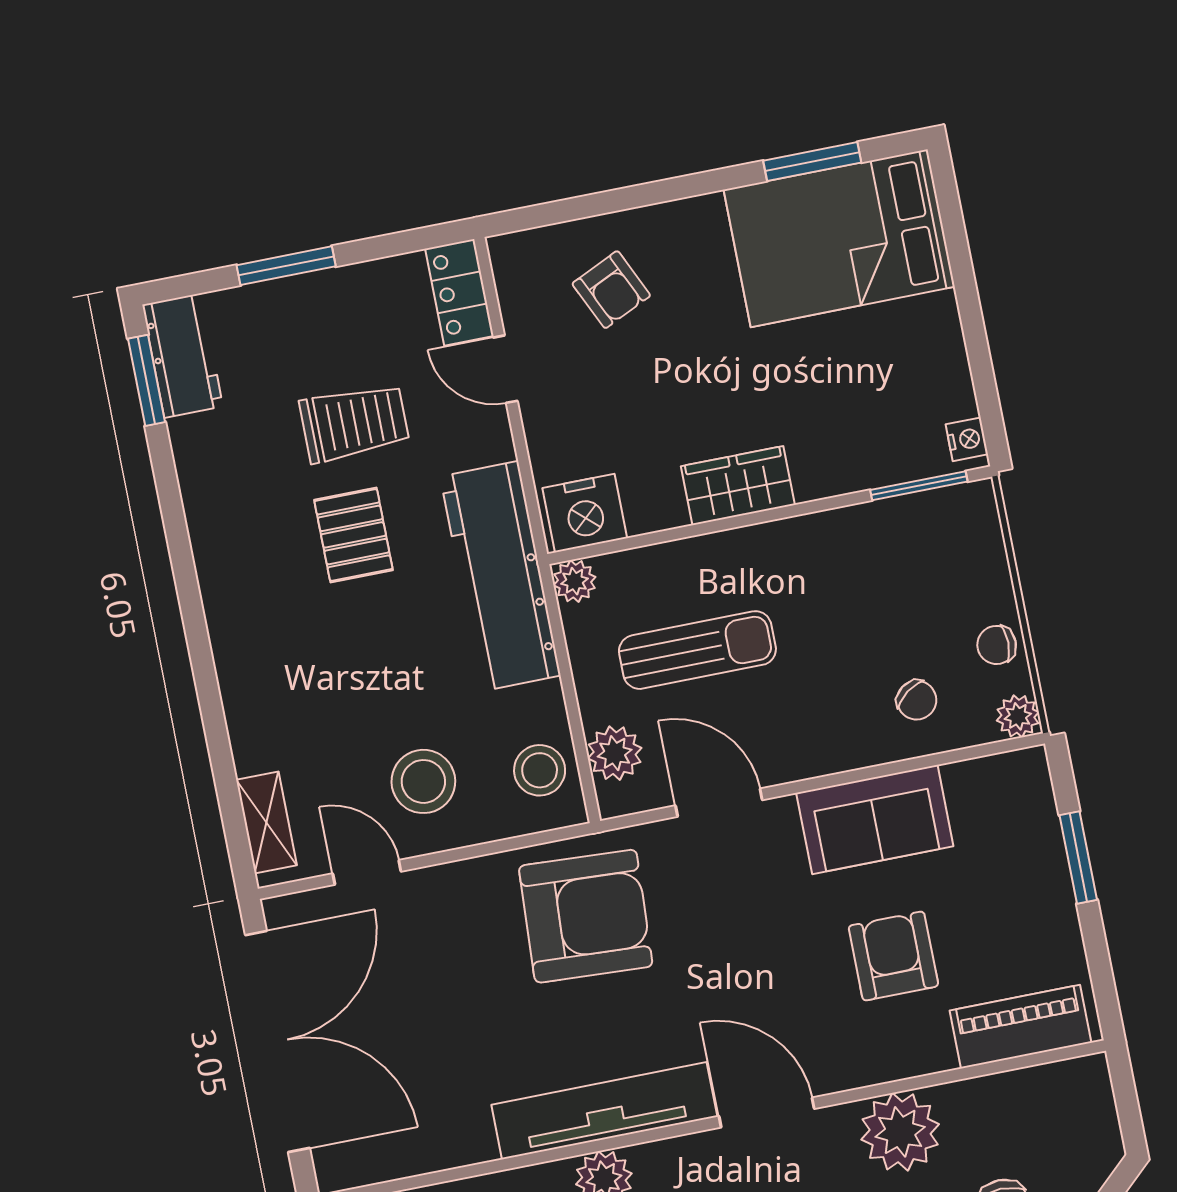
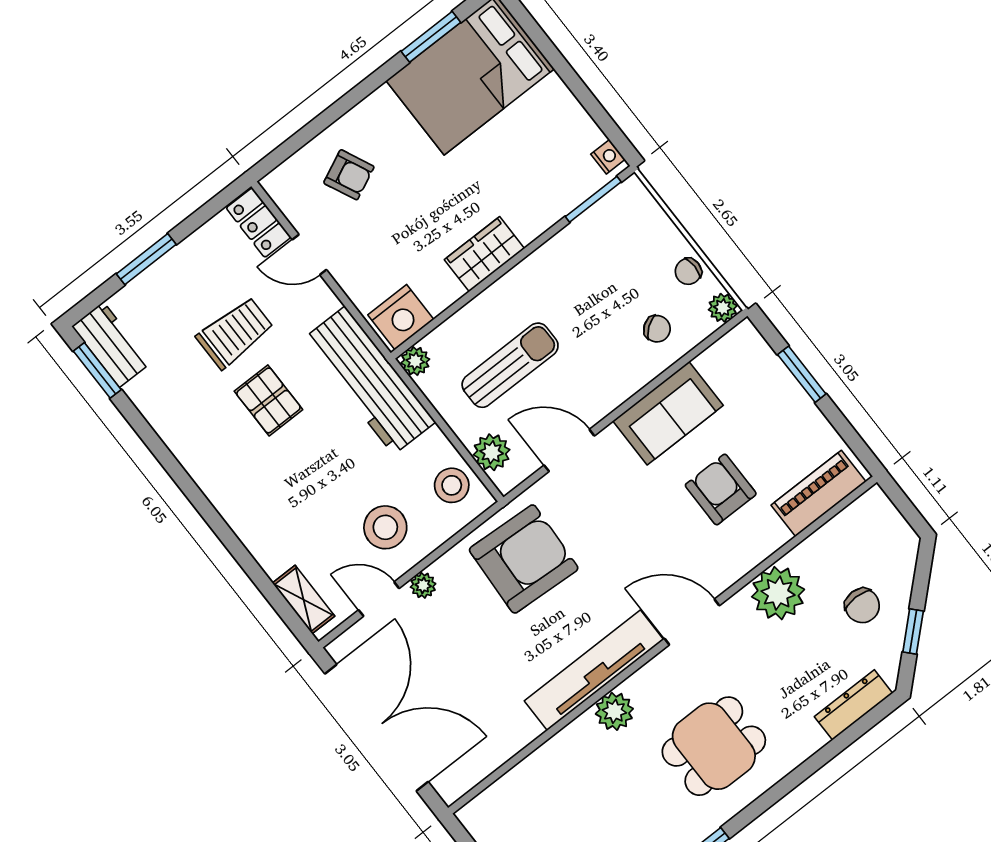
plant: (435, 884) -> (423, 585), added

